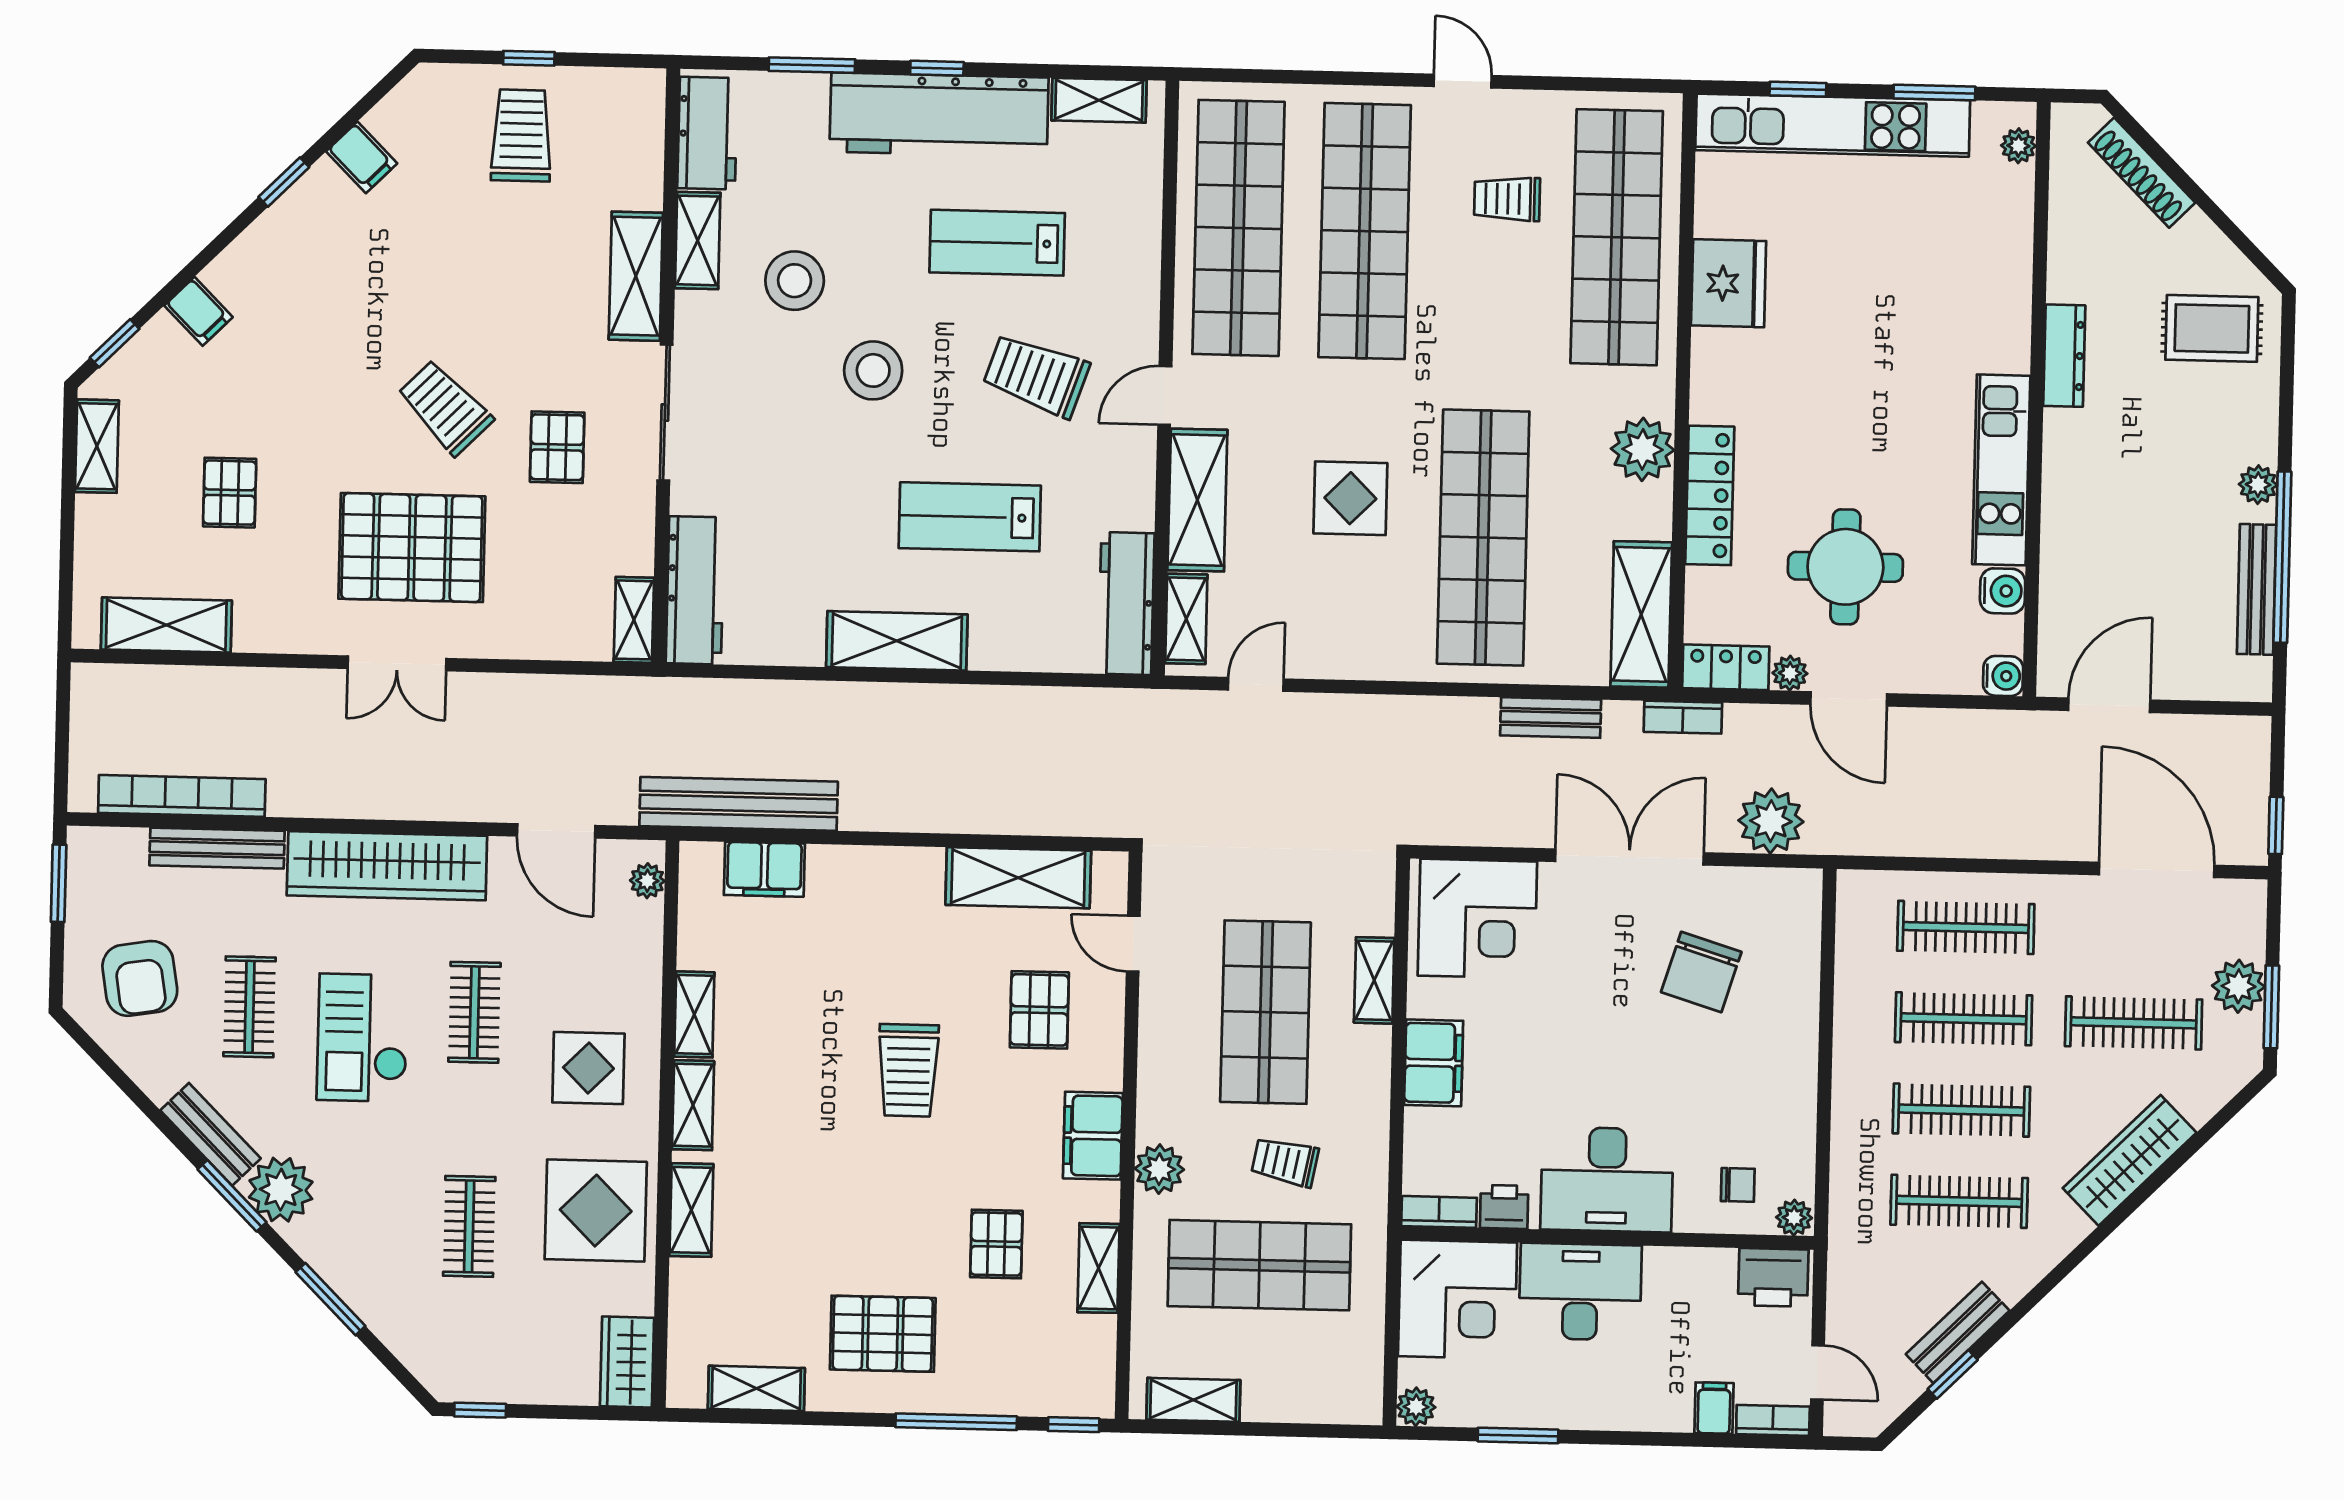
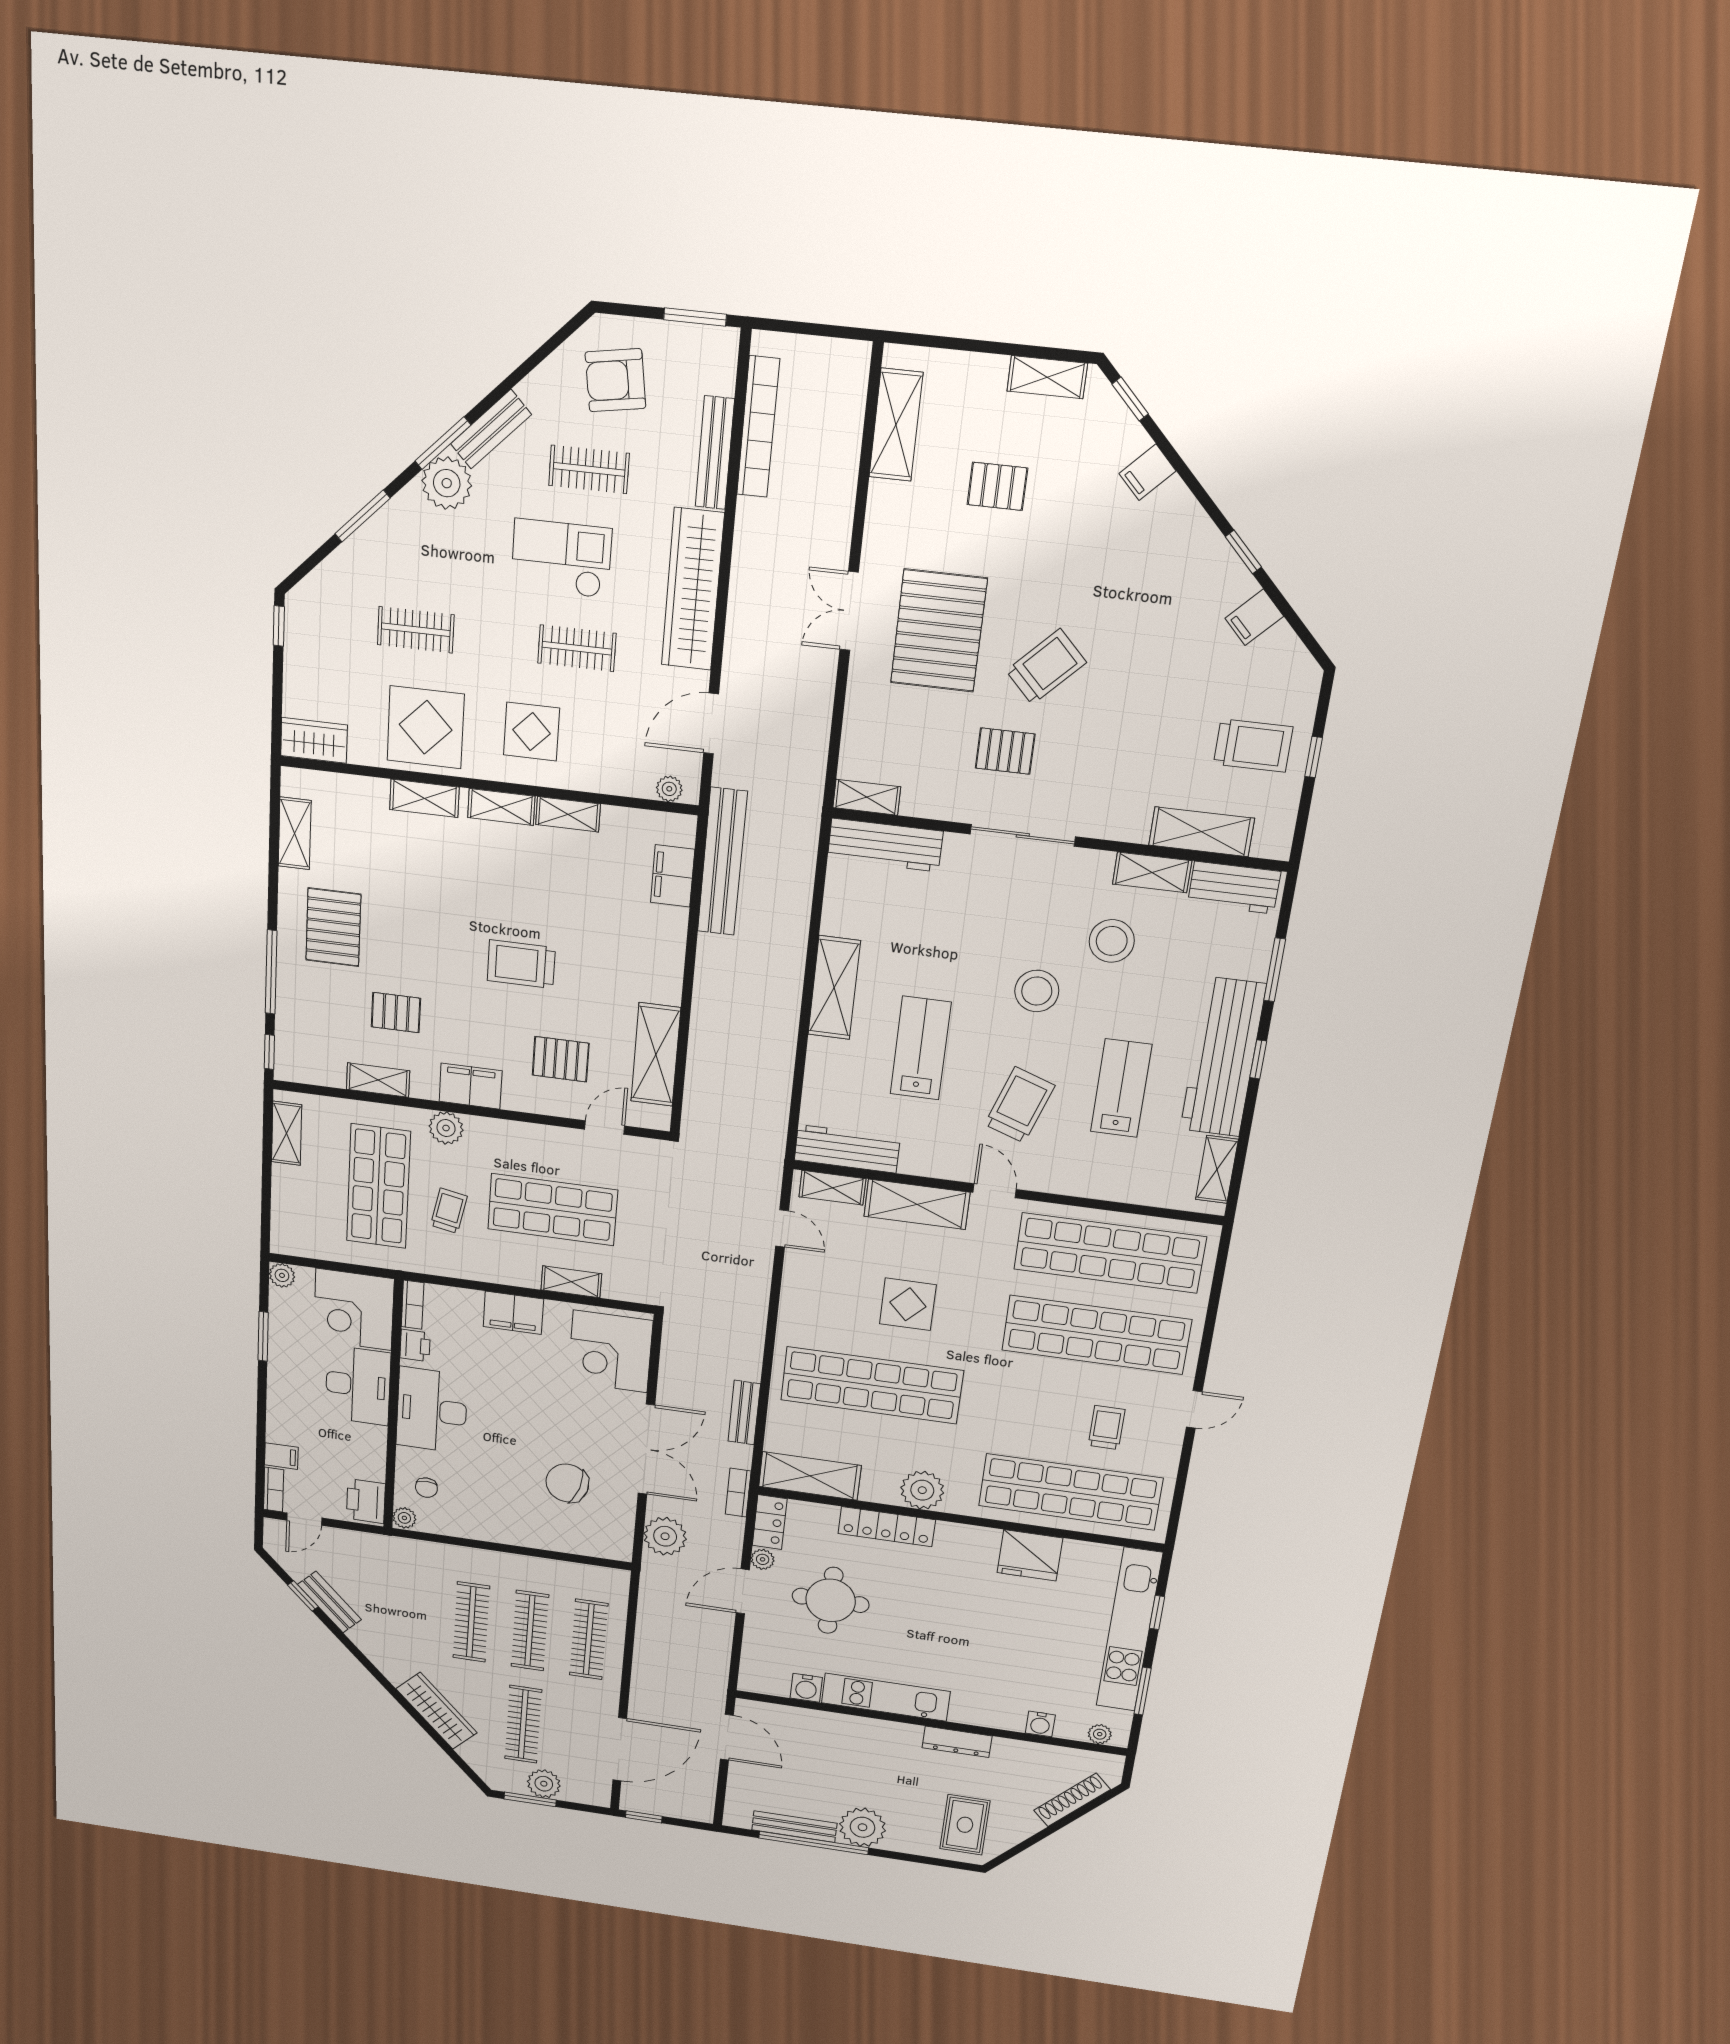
shelving: (636, 276) -> (1202, 832), moved
plant: (2258, 485) -> (863, 1827), width x1.87, depth x1.87
water cooler: (2003, 676) -> (1040, 1724), moved
clothes rail: (1959, 1201) -> (413, 1613), removed

